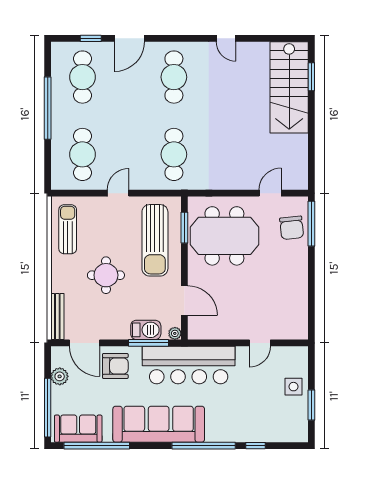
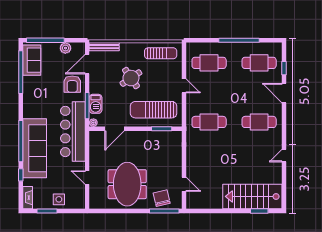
chair: (292, 228) -> (162, 198), turned 83
meeting table: (224, 236) -> (127, 184), moved
round table: (106, 275) -> (131, 78), turned -34
sofa: (159, 424) -> (35, 148), moved
fireplace: (291, 435) -> (28, 198), added

